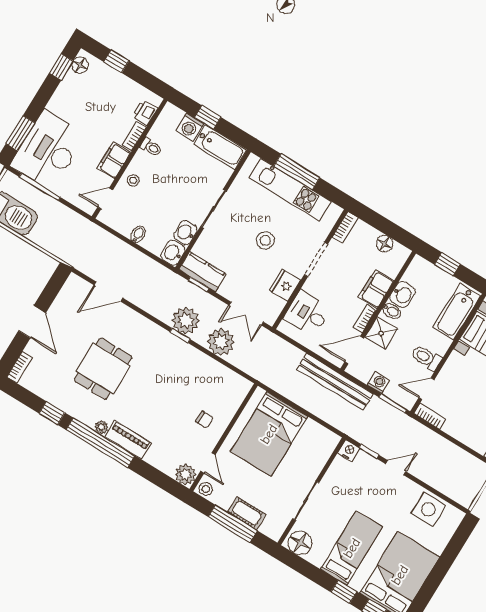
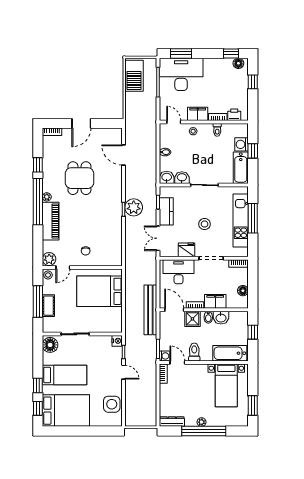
kitchen counter: (202, 272) -> (166, 211), moved
desk: (307, 314) -> (179, 272), width x1.37
plant: (221, 342) -> (134, 234), removed
dining table: (103, 369) -> (79, 178), turned 90
washing machine: (379, 383) -> (165, 356), moved
piano: (128, 440) -> (51, 221), width x1.37, depth x1.33

